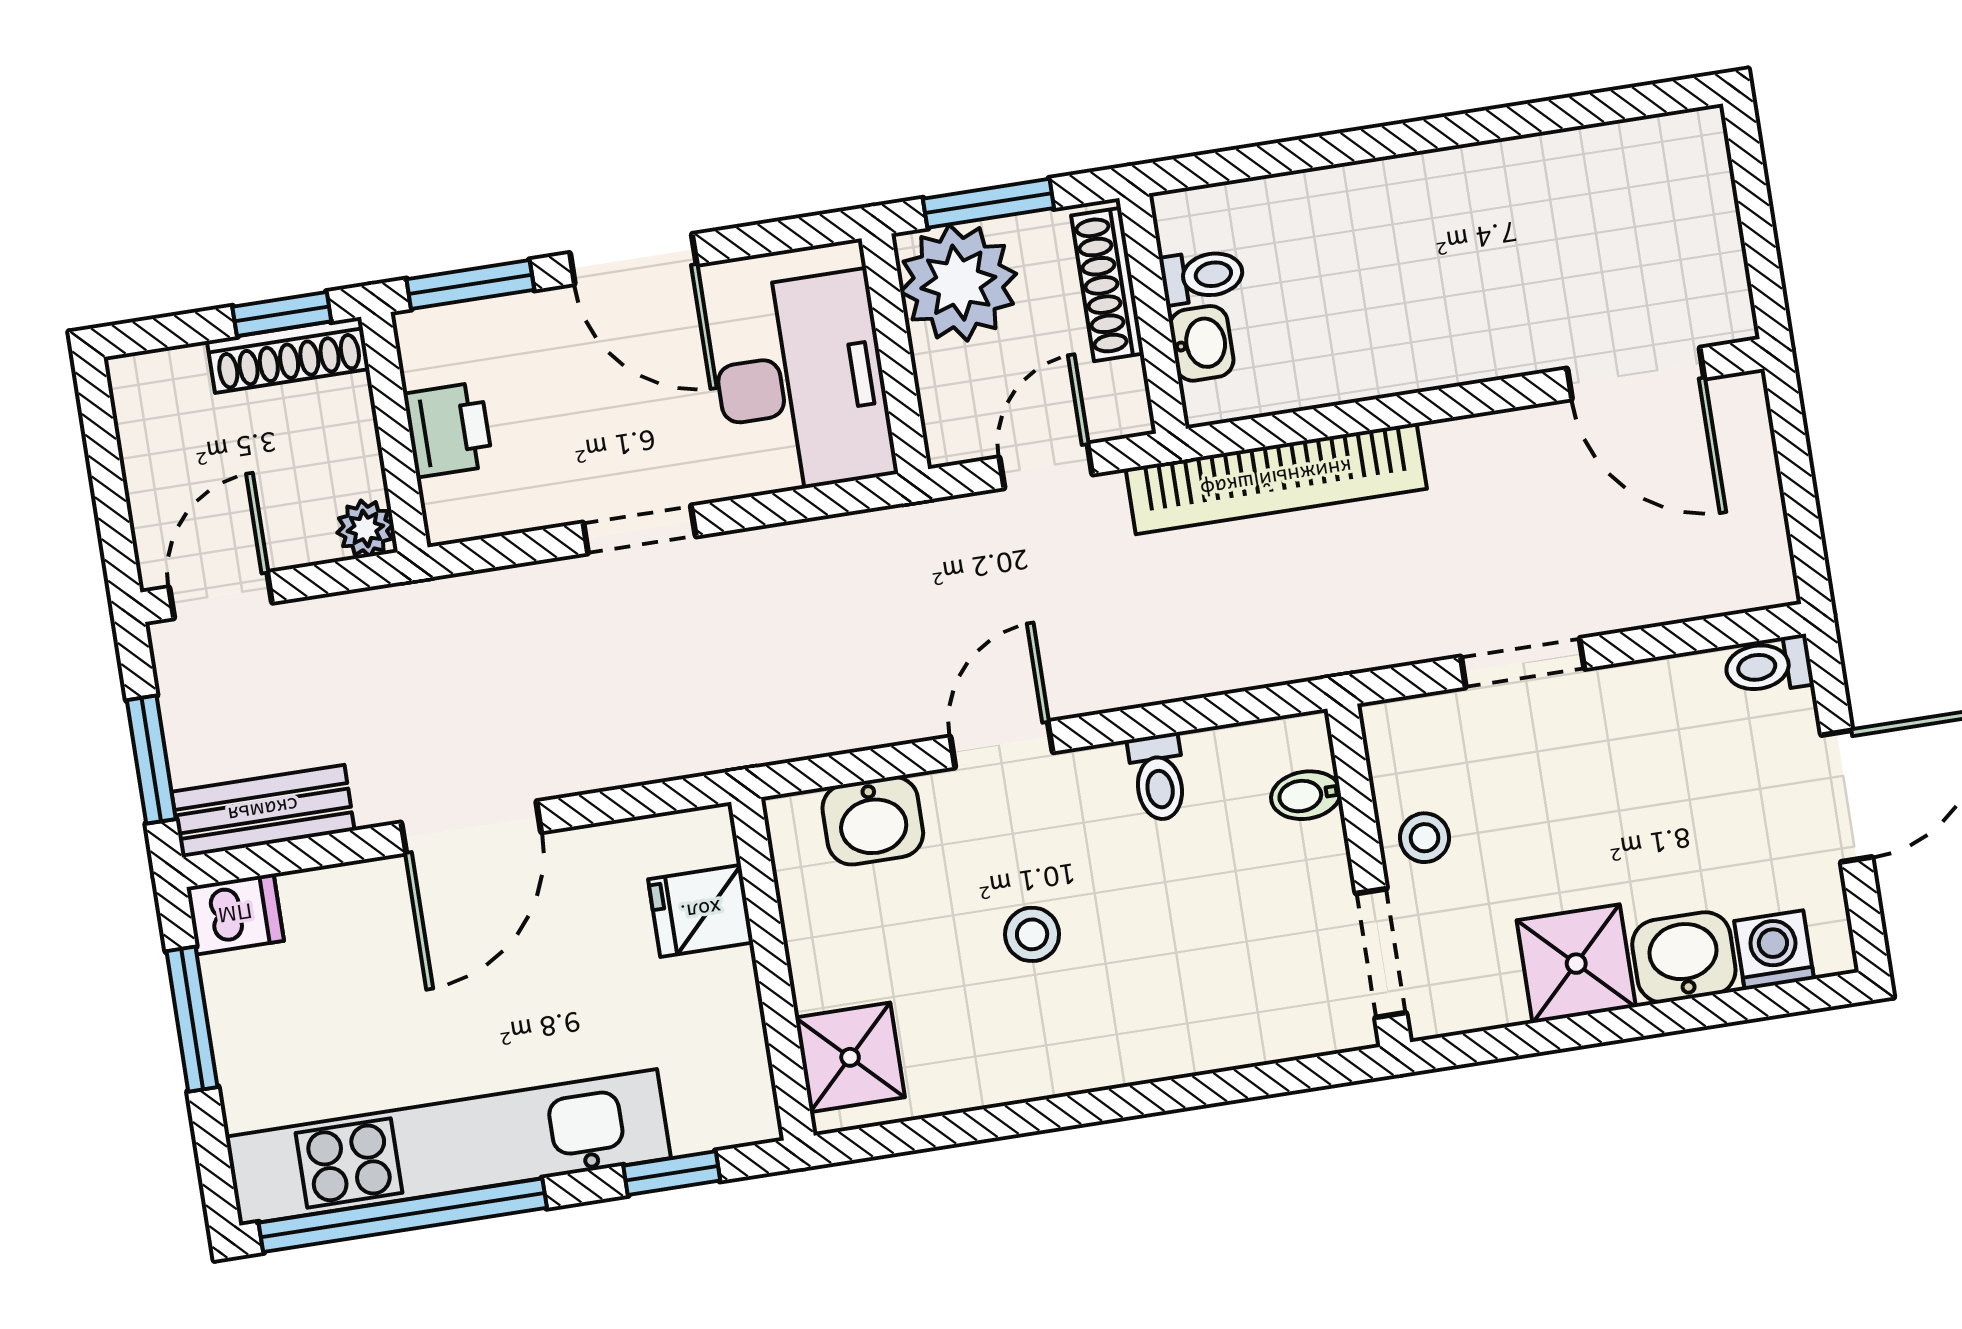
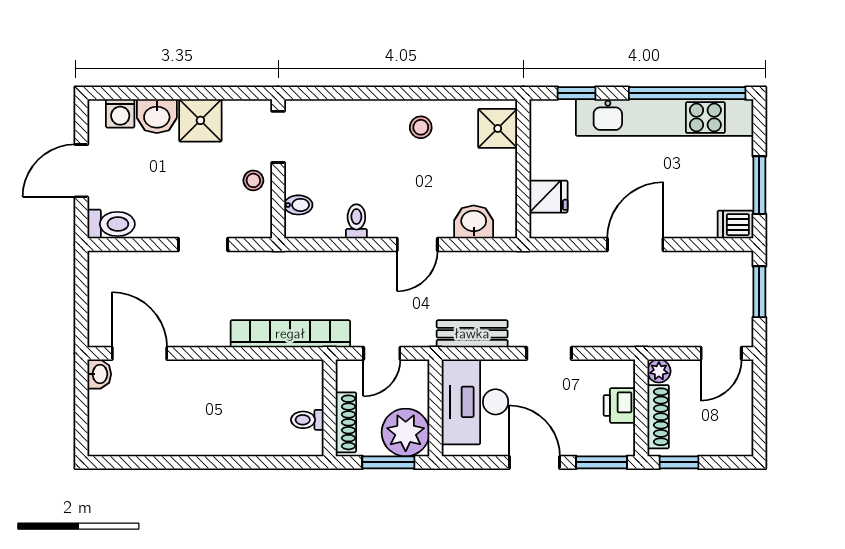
washbasin: (1202, 343) -> (99, 374), moved, turned 180
shoe rack: (288, 355) -> (658, 417), moved, turned 90
toilet: (1768, 666) -> (111, 224), width x1.37, depth x1.39
bench: (263, 811) -> (472, 334), moved
stool: (1032, 934) -> (421, 127), moved

